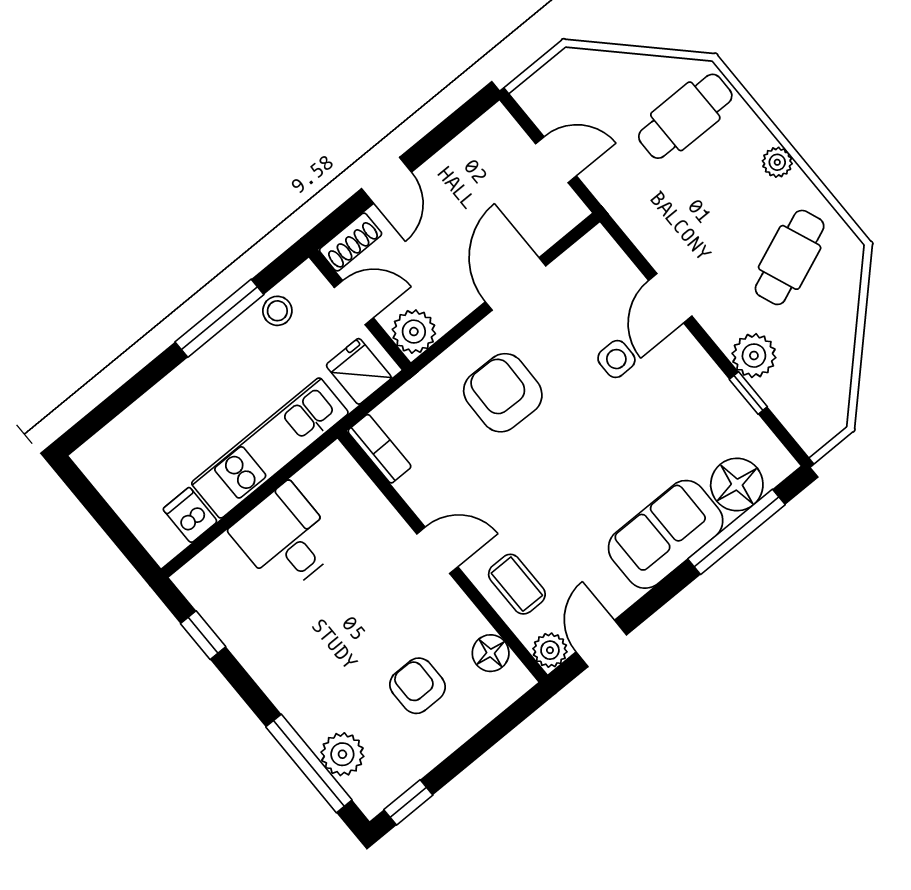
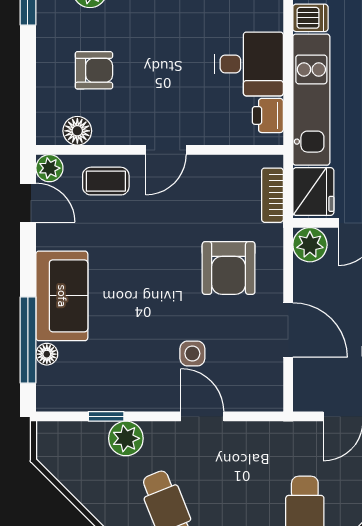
fridge: (359, 371) -> (313, 192), width x1.38
armchair: (503, 393) -> (229, 268), turned 89
bookcase: (380, 449) -> (272, 195), moved, turned 90
printer: (321, 478) -> (268, 115), added
floor lamp: (737, 485) -> (47, 354), width x0.53, depth x0.53

